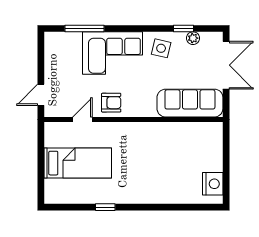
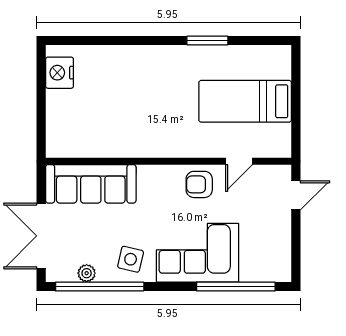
window: (85, 29) -> (236, 286), width x1.46
window: (183, 29) -> (100, 286), width x3.17
window: (105, 207) -> (207, 41), width x1.50

